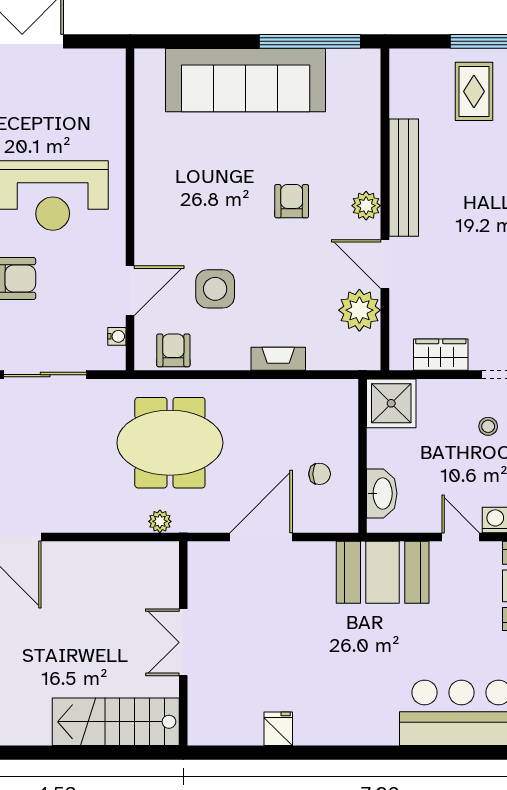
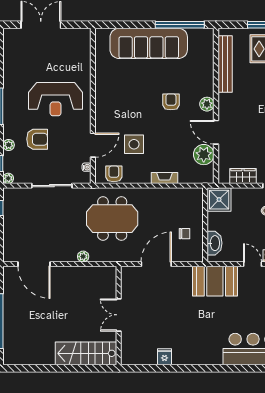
bench: (404, 178) -> (225, 64), moved
plant: (160, 521) -> (83, 257), moved

